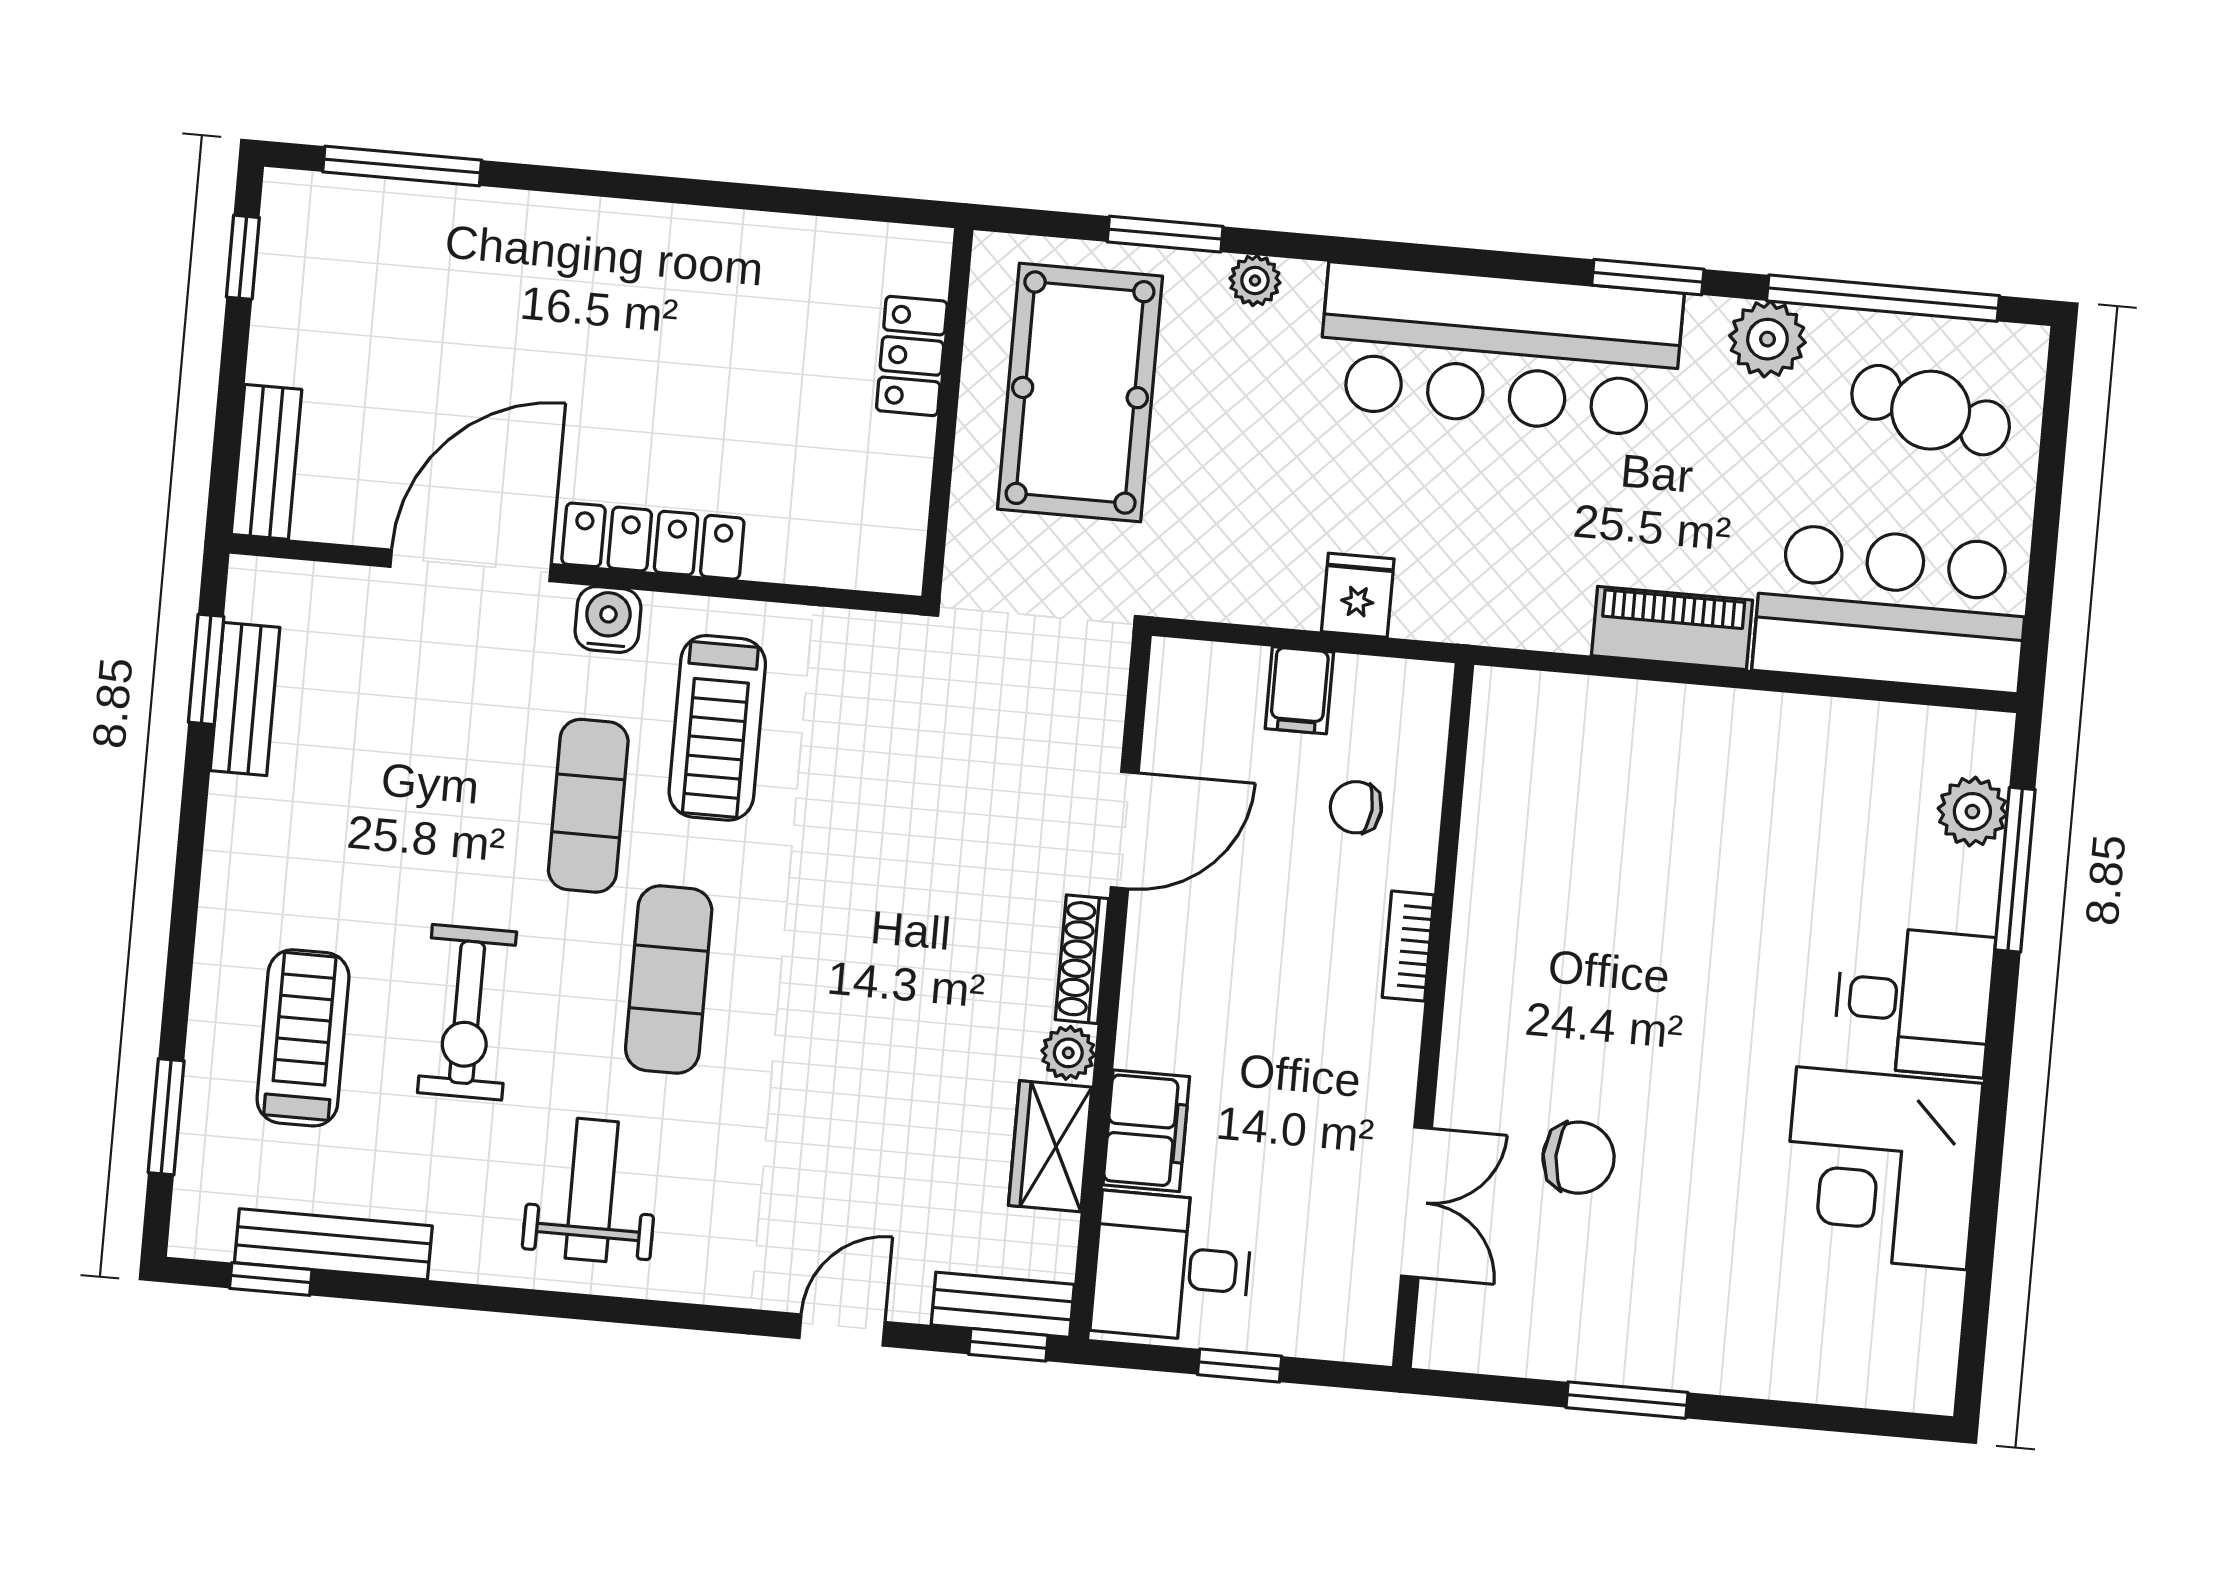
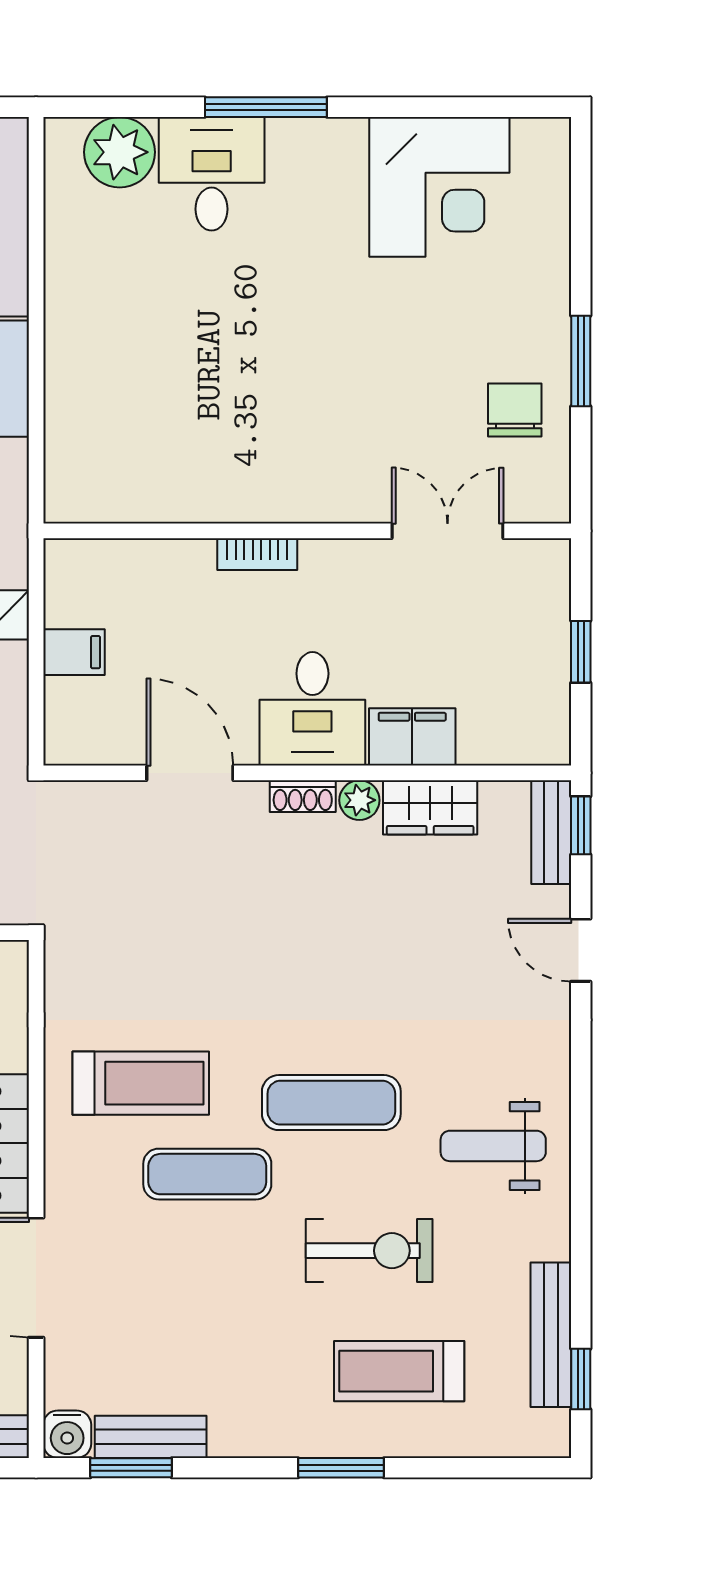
water cooler: (608, 619) -> (67, 1434), moved, turned -90
chair: (1356, 807) -> (157, 602), removed
plant: (1972, 812) -> (120, 152), width x1.36, depth x1.36
window: (2015, 870) -> (266, 107), moved
shoe rack: (1082, 959) -> (303, 796), width x0.70
desk: (1914, 1001) -> (212, 174), moved
window: (166, 1117) -> (341, 1468), moved
chair: (1579, 1158) -> (515, 410), moved
corner desk: (1881, 1168) -> (439, 187), moved
desk: (1172, 1267) -> (312, 709), moved

